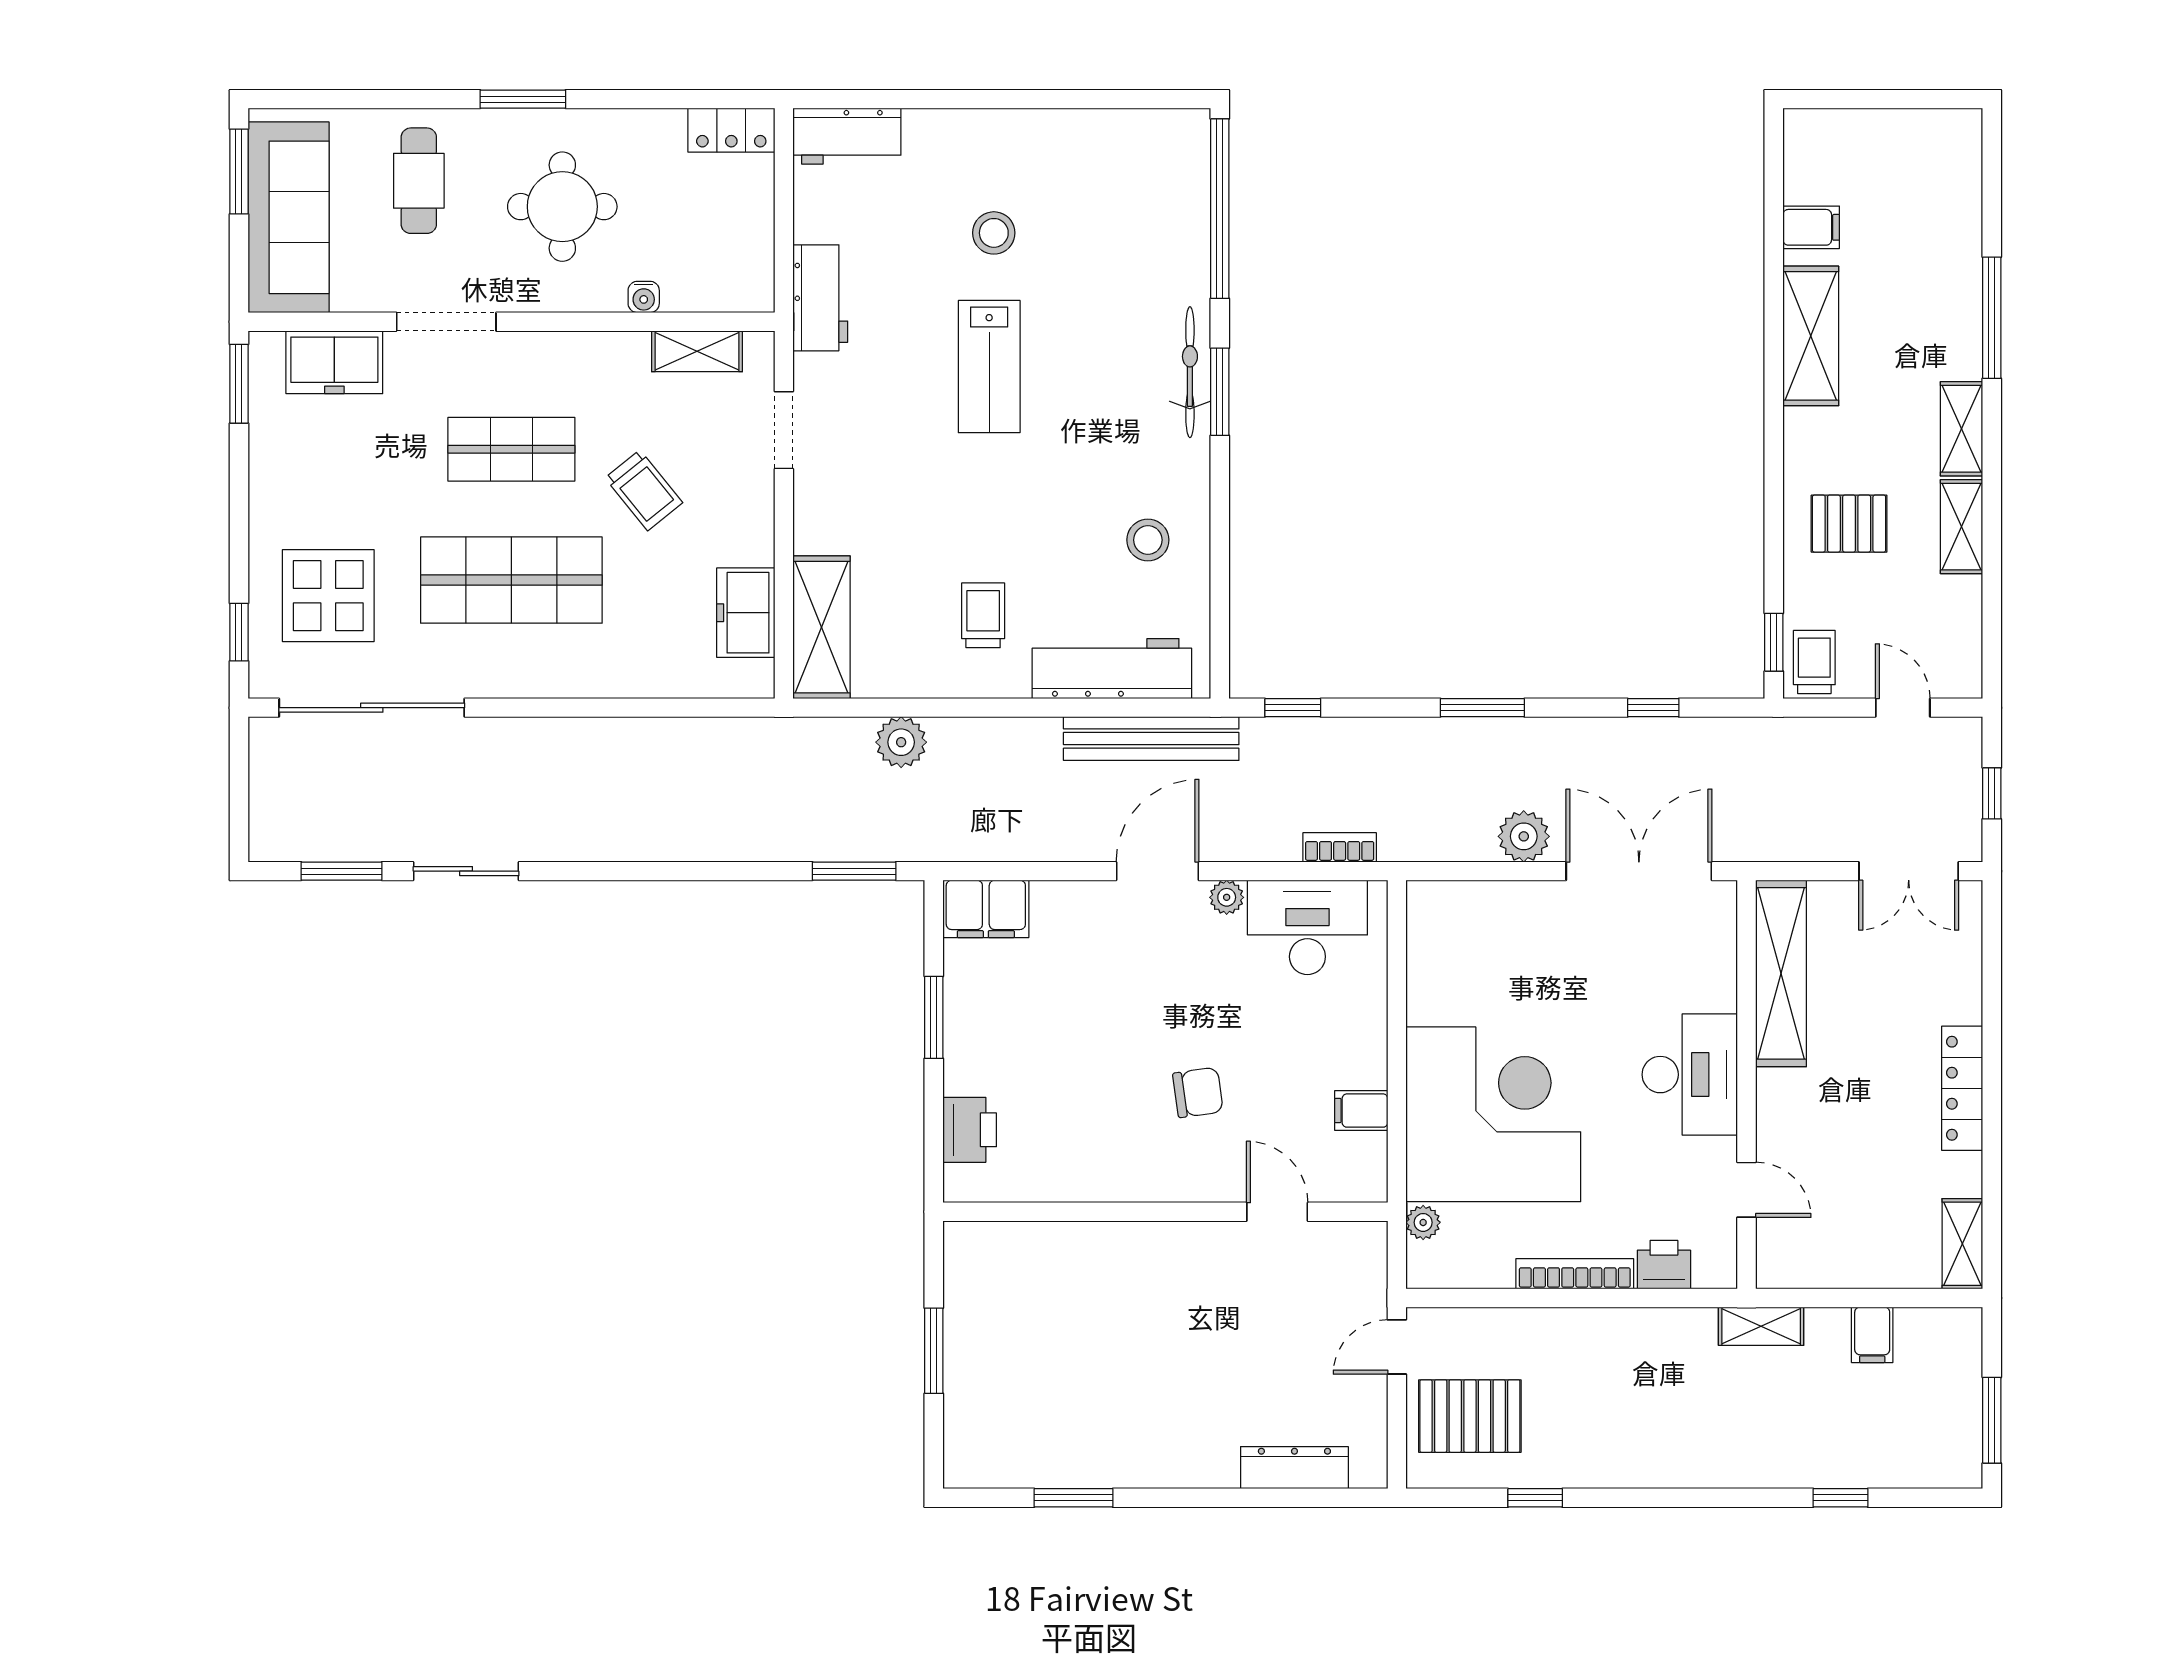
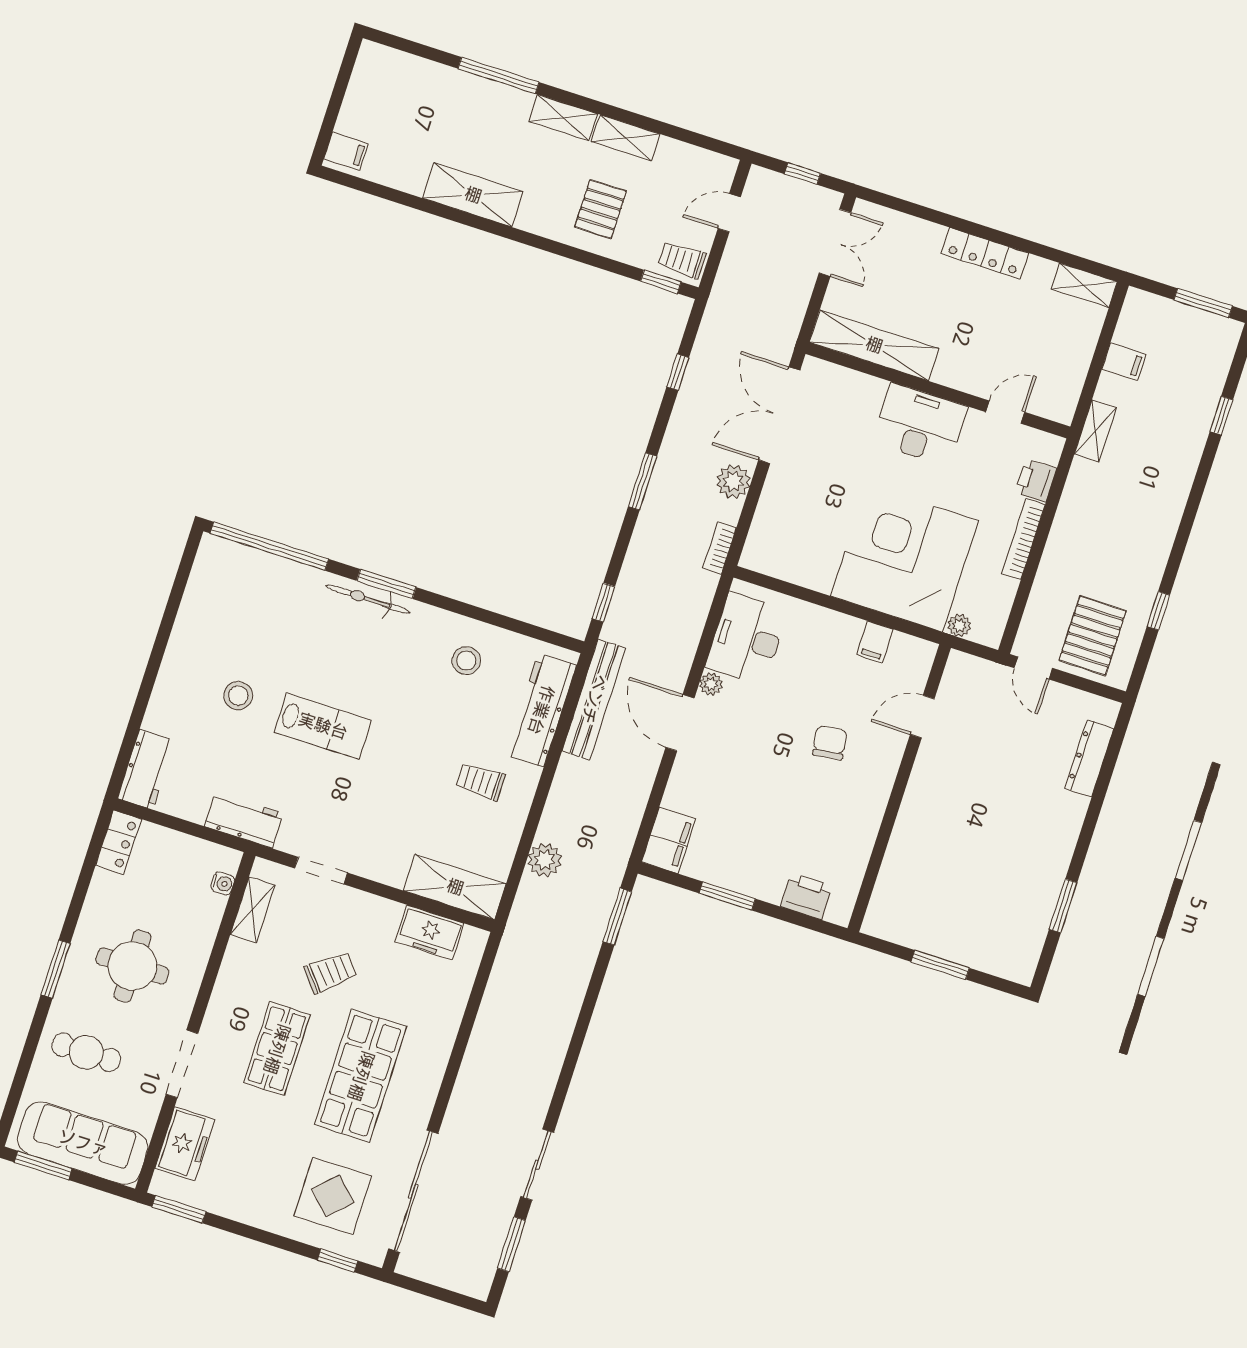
filing cabinet: (1811, 227) -> (346, 151), moved, turned 90
water cooler: (644, 297) -> (223, 883), moved
bookcase: (1340, 847) -> (720, 548), moved

